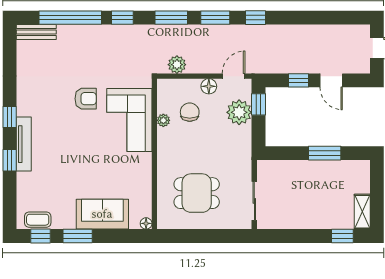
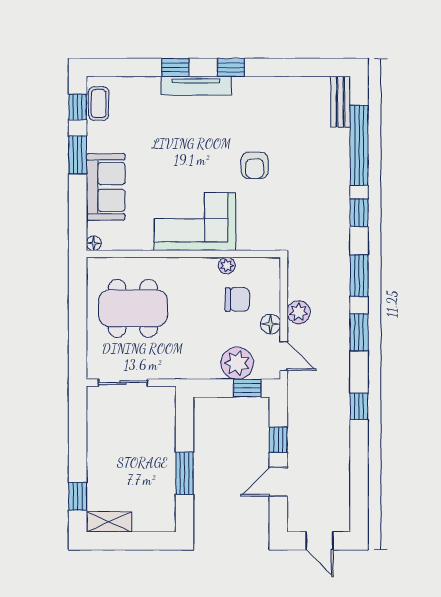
window: (256, 18) -> (359, 406), moved
plant: (177, 65) -> (299, 312), moved
corner sofa: (129, 120) -> (195, 222), moved
dining table: (197, 193) -> (133, 308), width x1.38

